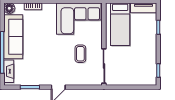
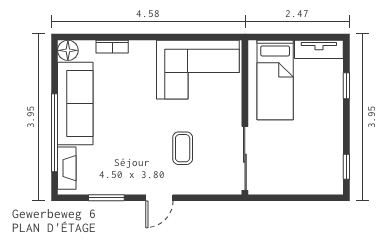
coffee table: (80, 54) -> (183, 148), moved

